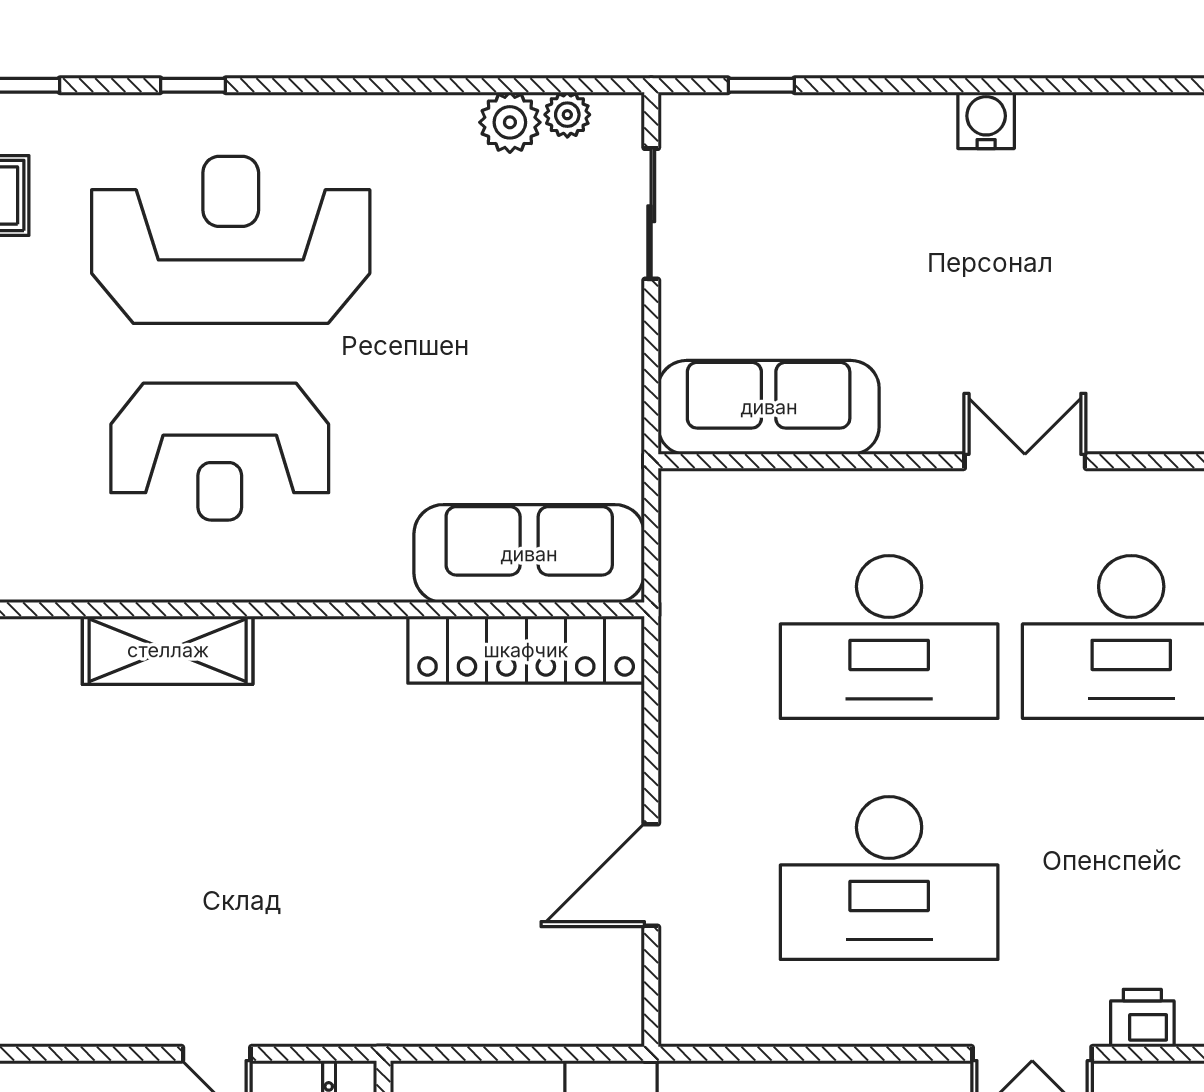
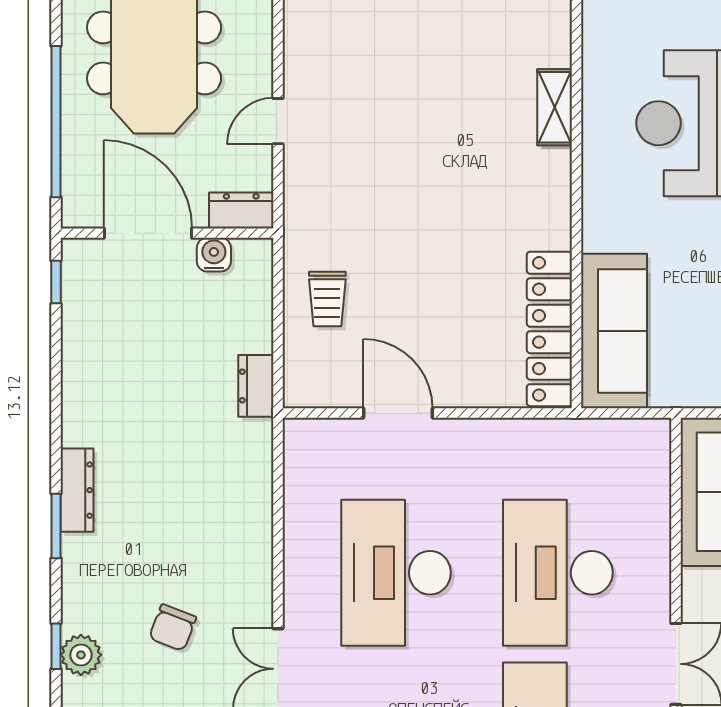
shelving: (168, 650) -> (555, 107), width x0.67, depth x0.75
trolley: (481, 980) -> (327, 299), added

